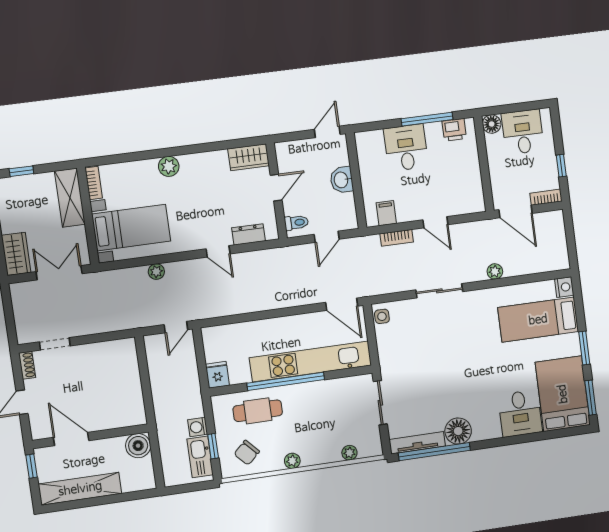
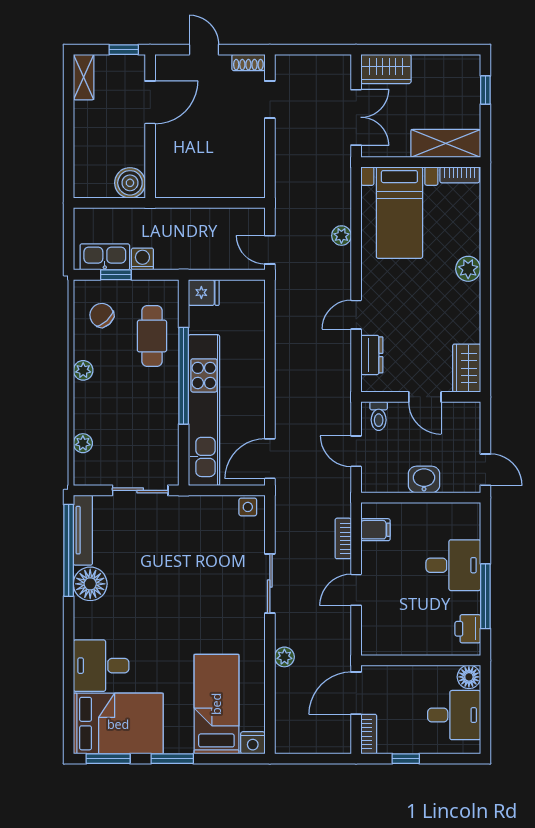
shelving: (80, 489) -> (84, 77), width x0.45, depth x0.75

